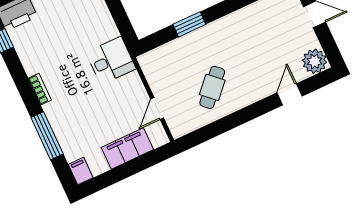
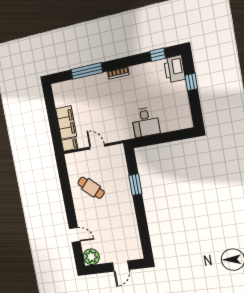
desk: (111, 61) -> (146, 122), moved
door: (157, 108) -> (97, 147), moved
filing cabinet: (81, 171) -> (70, 144), moved

